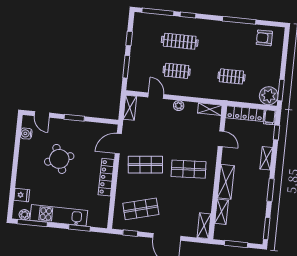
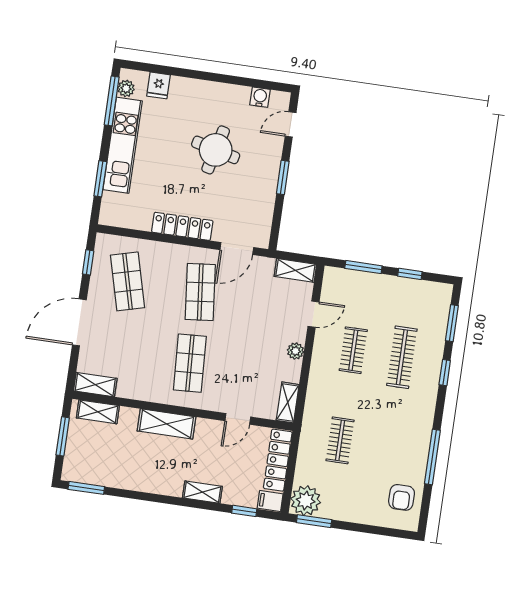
window: (158, 12) -> (452, 323), width x0.69
armchair: (264, 38) -> (402, 497), turned 180
door: (118, 144) -> (237, 249), swing flipped
round table: (59, 159) -> (216, 150), turned 34
window: (271, 190) -> (150, 497), removed
shelving: (222, 212) -> (98, 412), moved

